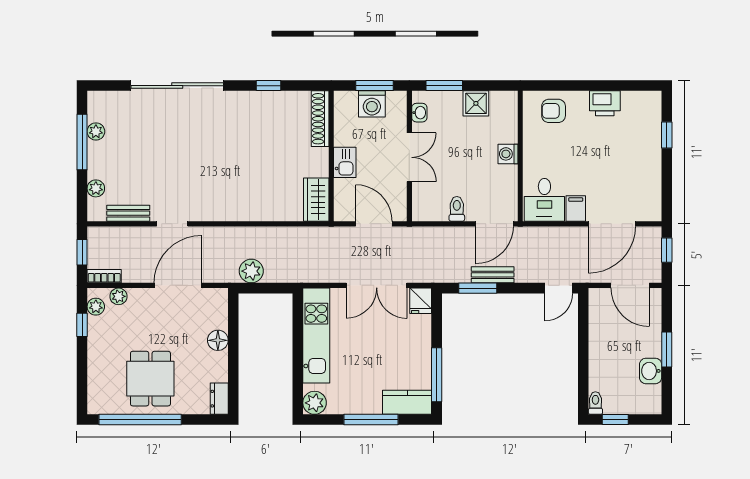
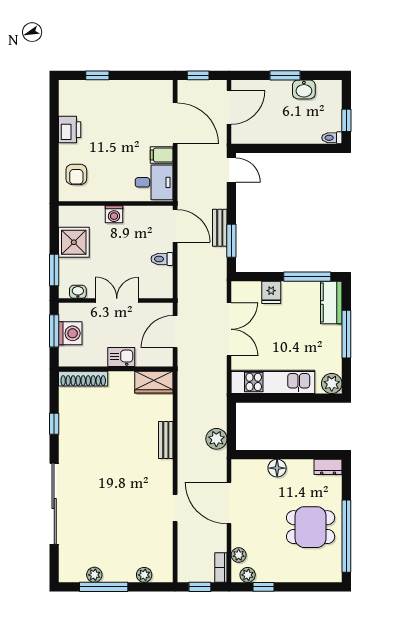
shower: (476, 103) -> (74, 242), width x1.36, depth x1.36
bench: (128, 213) -> (166, 440), moved
fridge: (421, 301) -> (271, 292), moved, turned 90

